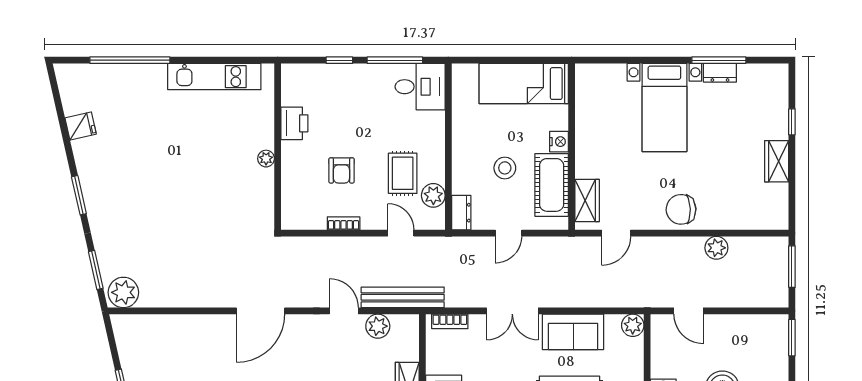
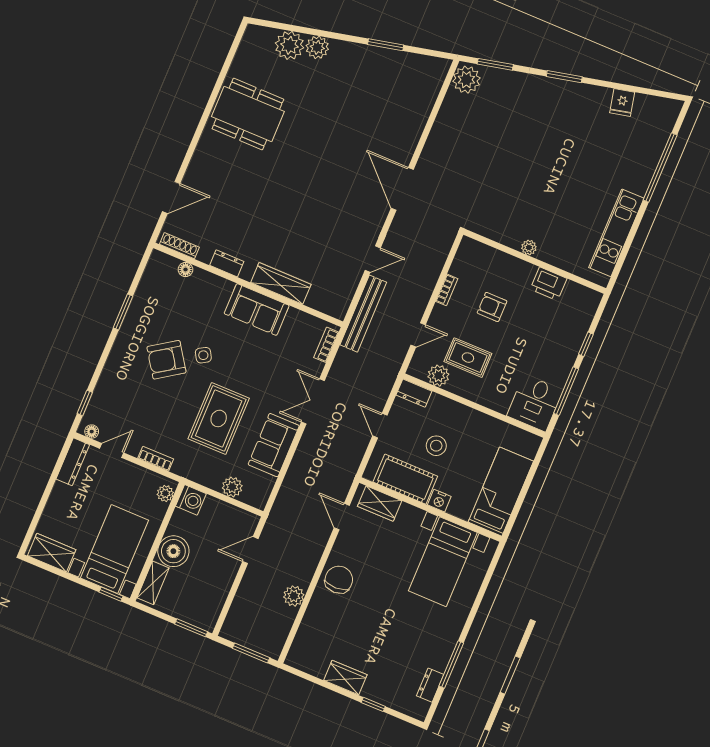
dresser: (720, 73) -> (430, 685), moved
bed with nightstands: (664, 108) -> (443, 562), moved, turned -90
plant: (633, 325) -> (232, 487), moved
plant: (378, 326) -> (348, 282), removed

